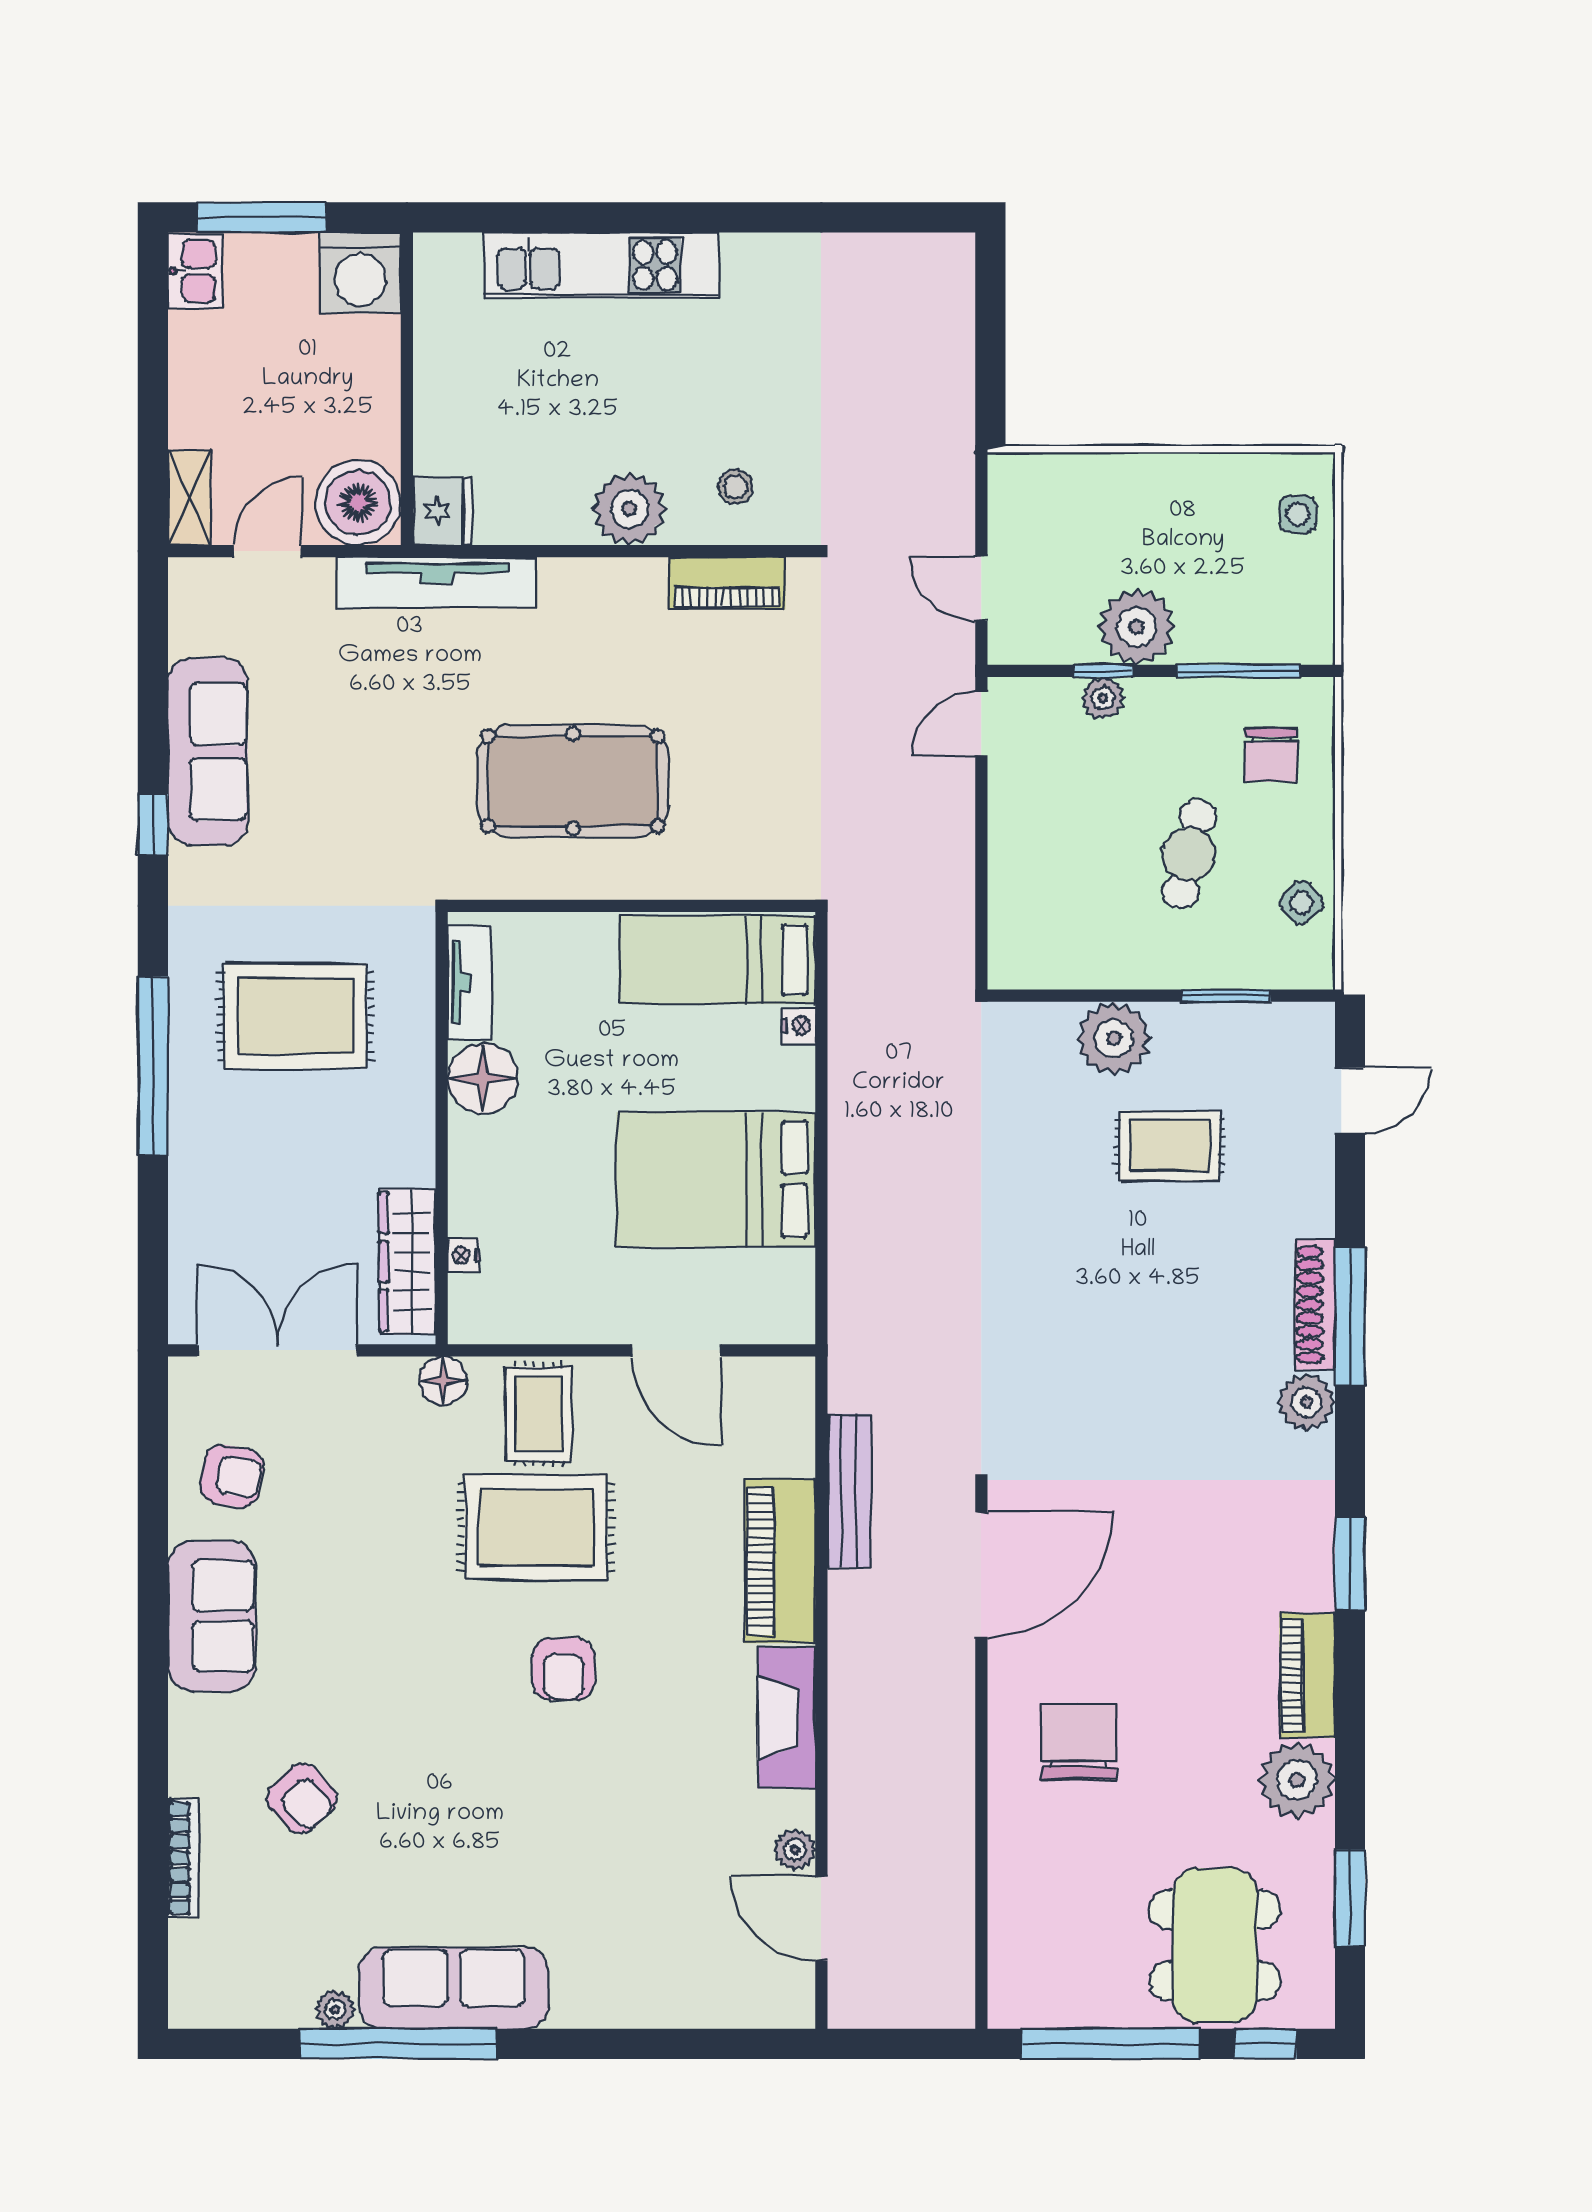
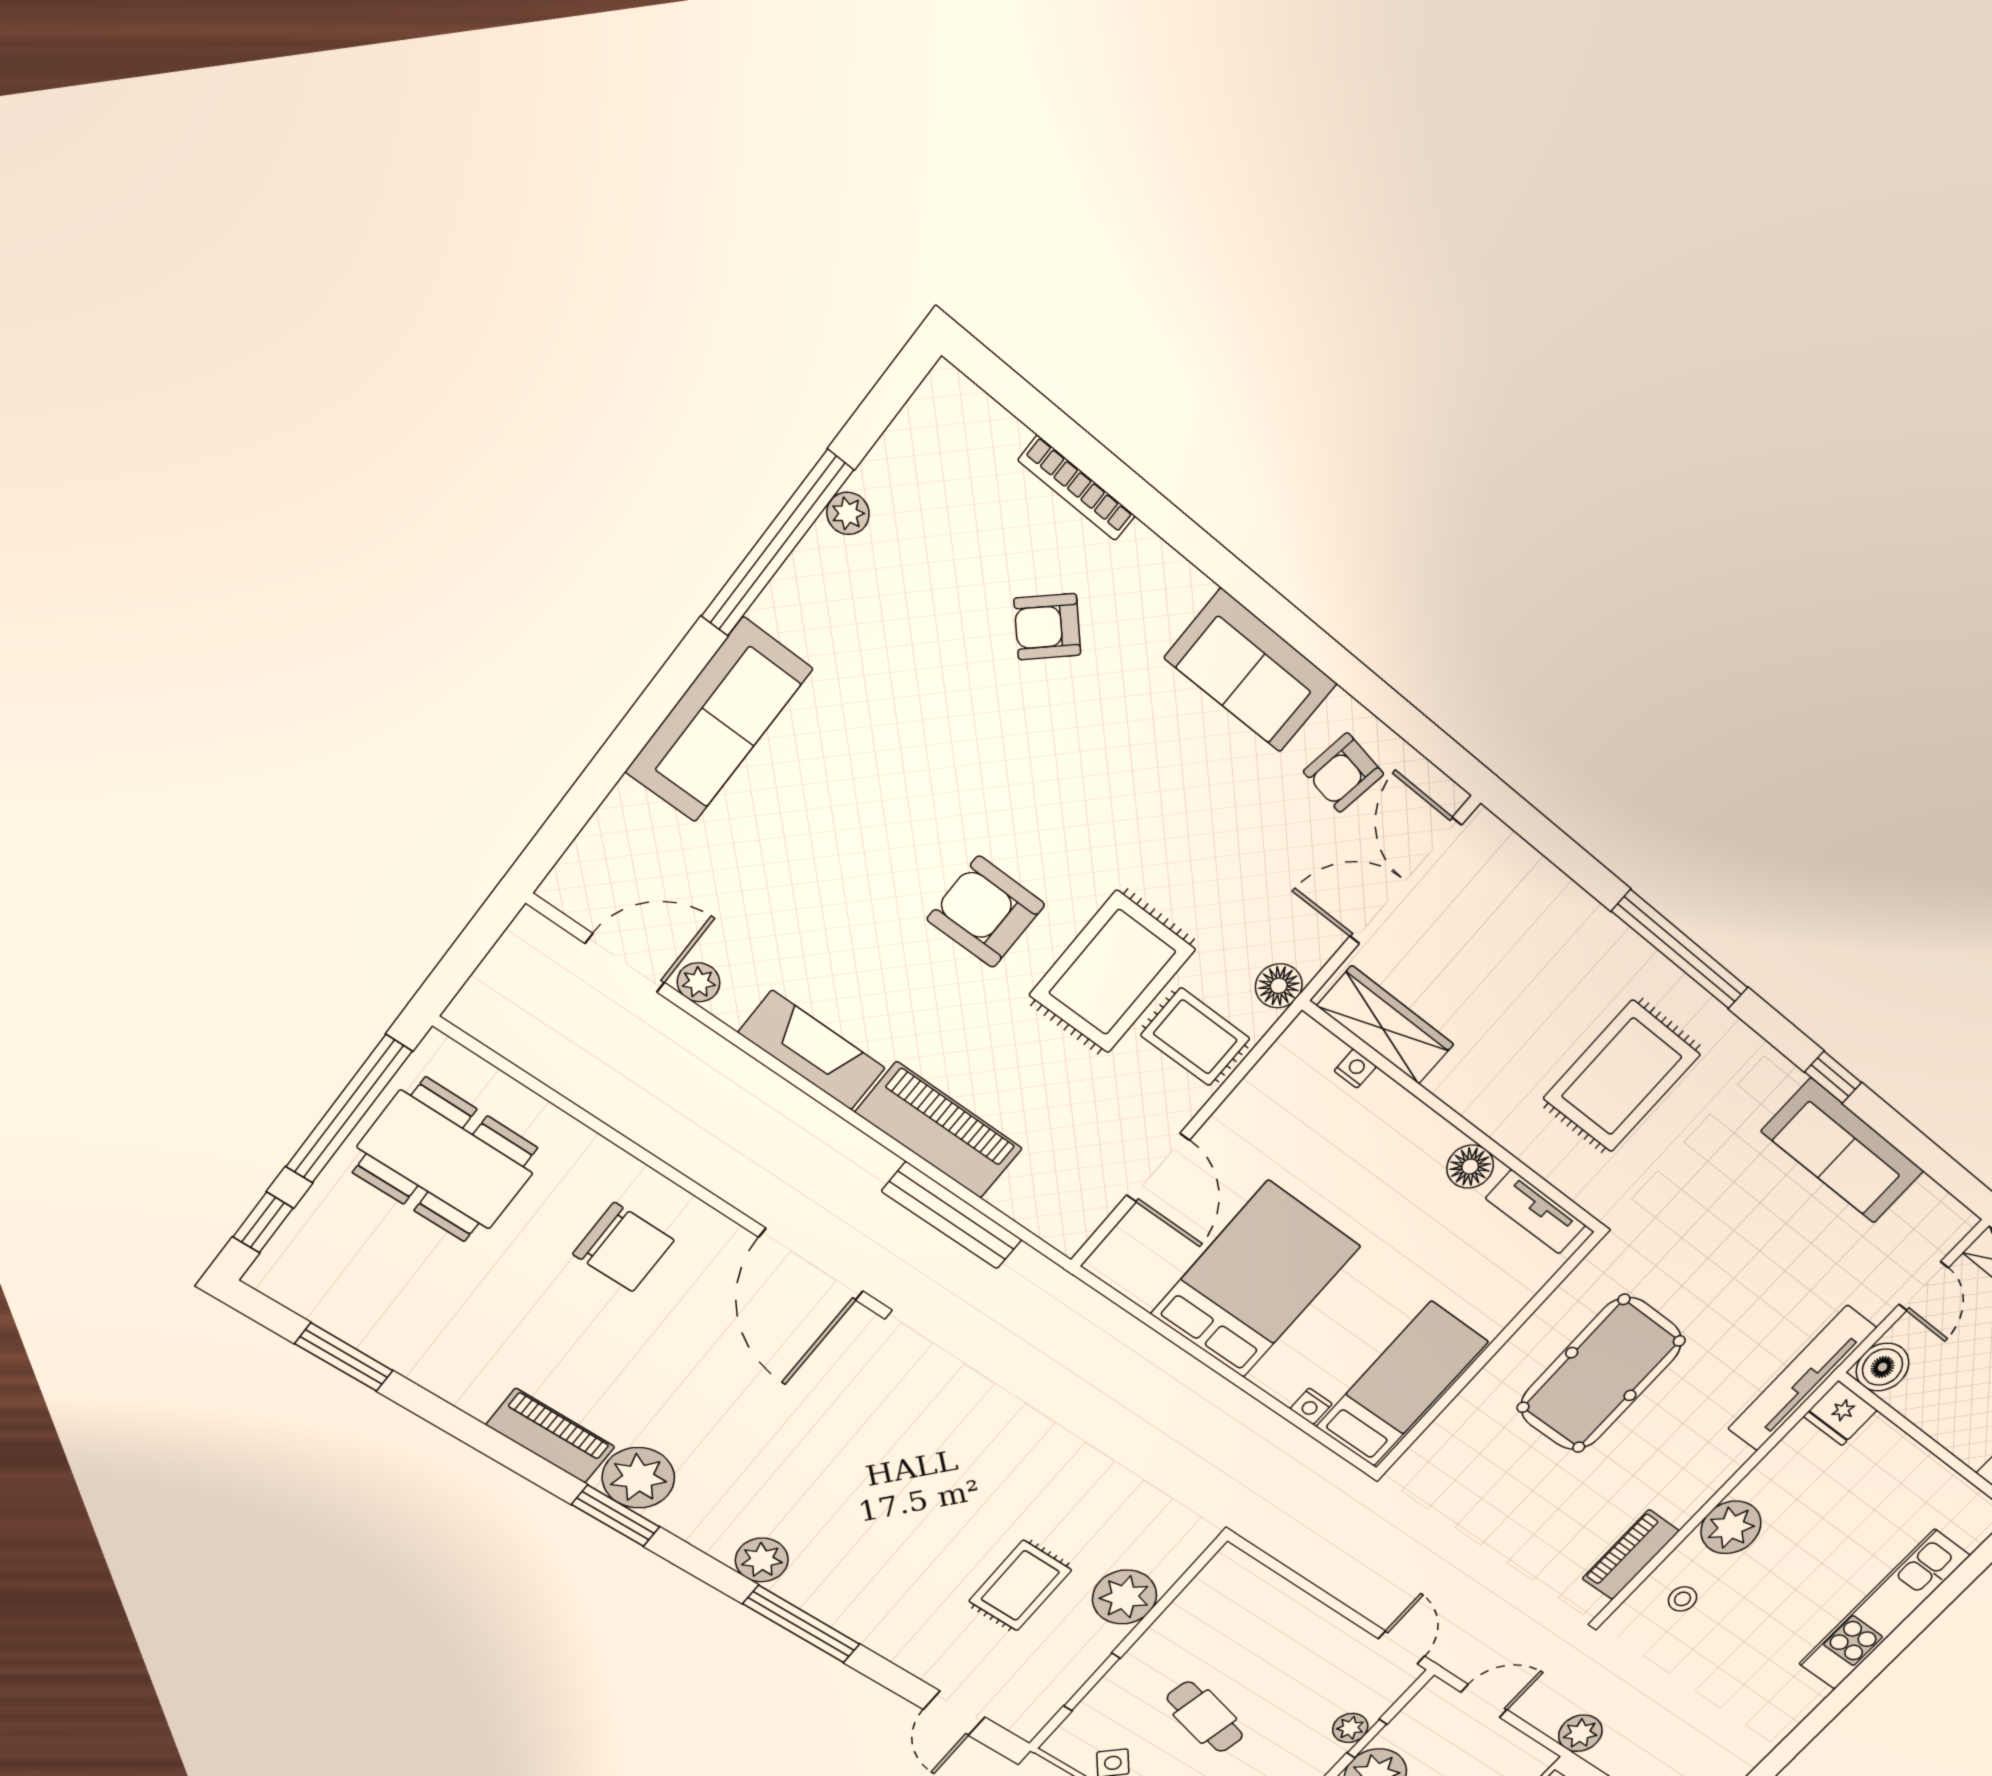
plant: (948, 456) -> (1580, 1733), added
boiler: (358, 502) -> (1883, 1367), width x0.73, depth x0.73
floor lamp: (483, 1078) -> (1470, 1167), width x0.73, depth x0.73
shoe rack: (1315, 1305) -> (829, 1607), removed
double door: (277, 1350) -> (1405, 881), swing flipped
door: (676, 1350) -> (1158, 1168), swing flipped
armchair: (563, 1669) -> (986, 912), width x1.38, depth x1.38
plant: (1297, 1780) -> (638, 1478), moved
dining table: (1215, 1945) -> (445, 1160), moved
sofa: (454, 1988) -> (719, 720), moved

